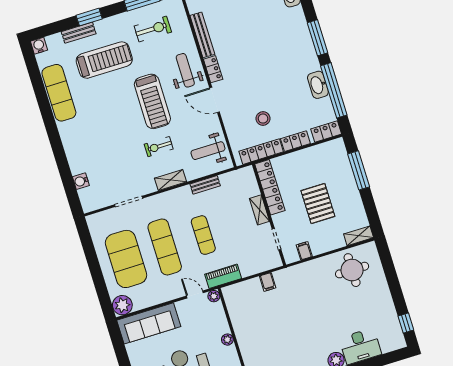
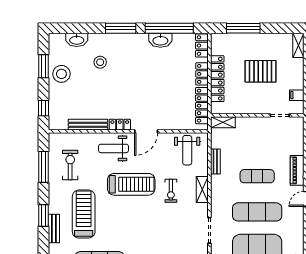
stool: (263, 119) -> (100, 62), moved
locker: (270, 187) -> (217, 79), moved, turned 90
shelving: (259, 210) -> (223, 122), moved

